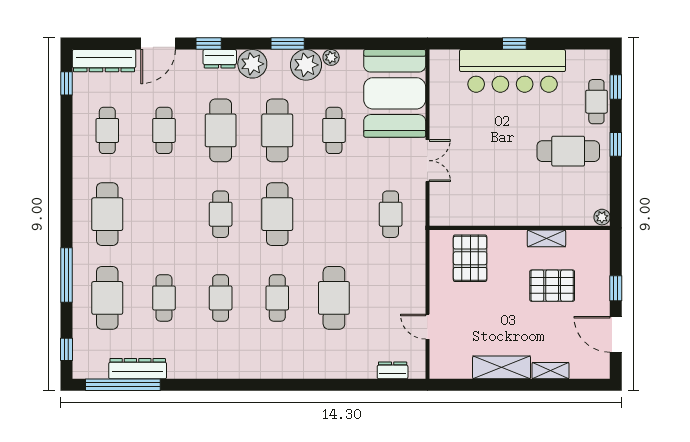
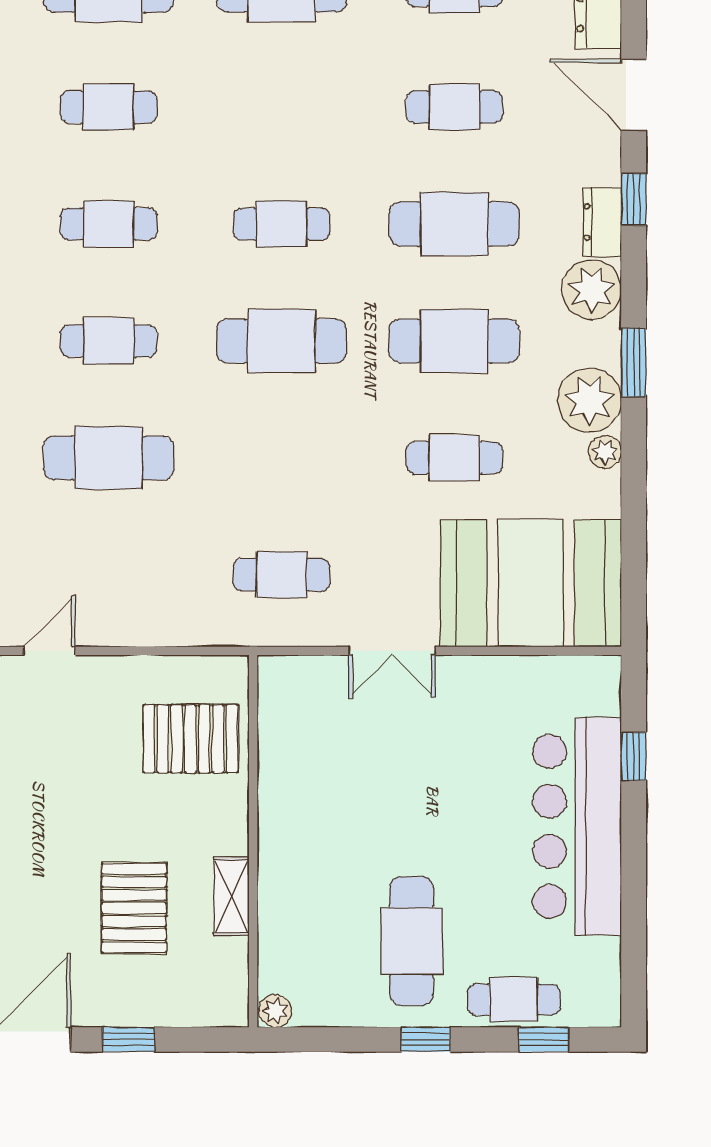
window: (514, 43) -> (634, 756), moved

